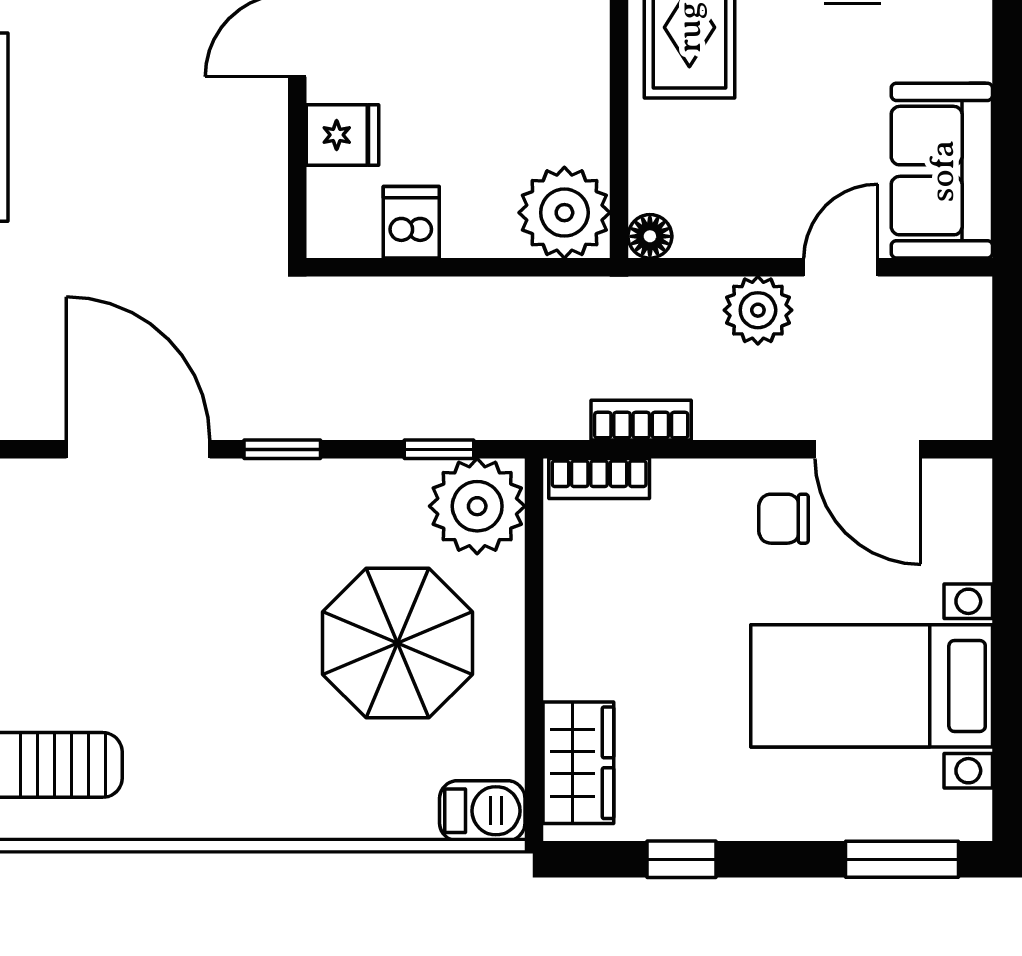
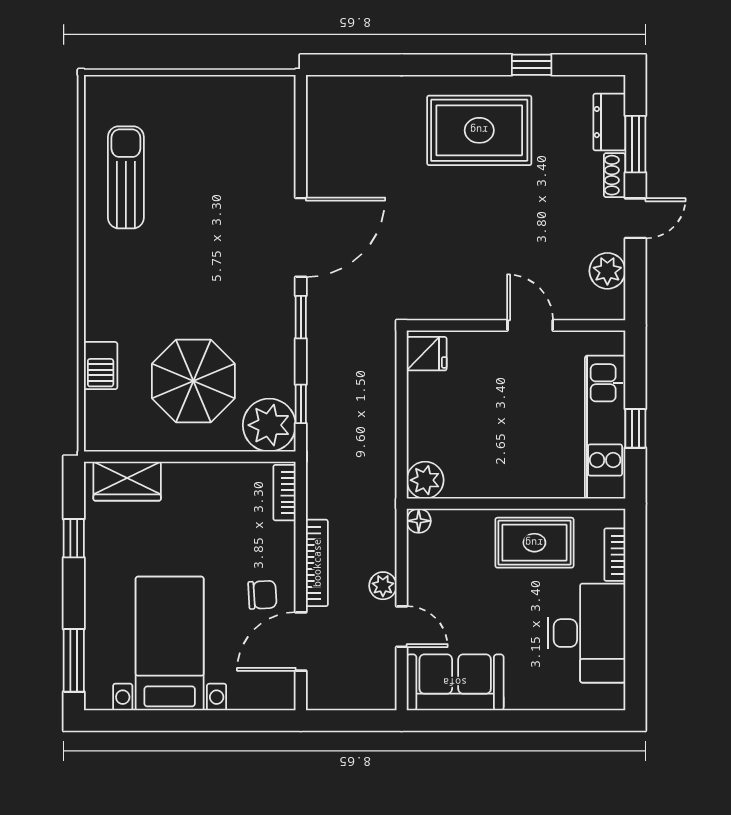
fridge: (342, 135) -> (427, 354), moved, turned -90
plant: (564, 213) -> (425, 480), width x0.73, depth x0.73
dishwasher: (411, 222) -> (427, 389), removed
plant: (758, 310) -> (383, 586), width x0.73, depth x0.73
bookcase: (641, 420) -> (317, 563), moved, width x1.56
chair: (784, 519) -> (262, 595), turned 87
barbecue: (482, 811) -> (101, 366), moved

